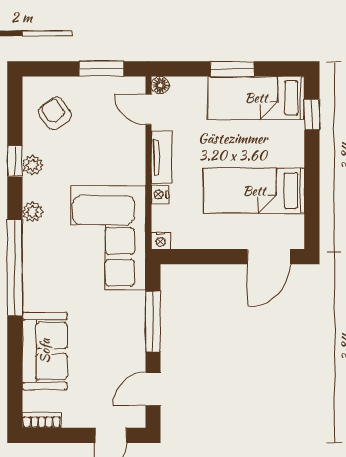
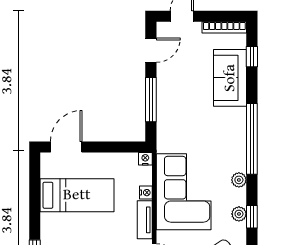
corner sofa: (108, 237) -> (184, 192), moved
window: (15, 380) -> (252, 57), added
bookcase: (42, 420) -> (224, 27), width x1.56

